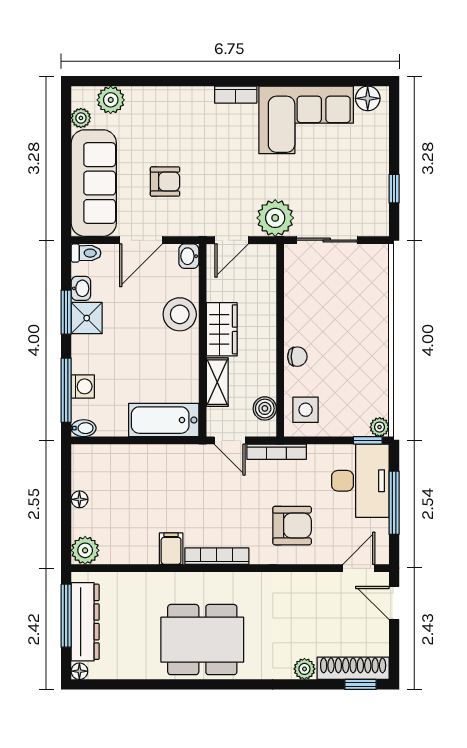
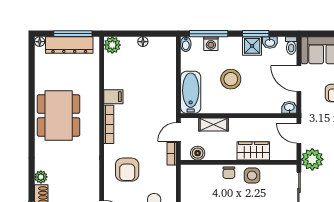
stool: (180, 314) -> (231, 79), moved
wardrobe: (222, 329) -> (253, 151), moved, turned 180
side table: (306, 410) -> (252, 176), moved
bookcase: (277, 452) -> (172, 154), width x0.64

